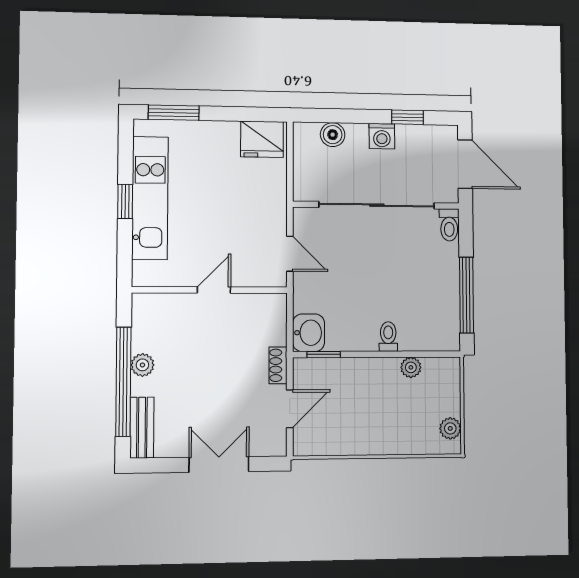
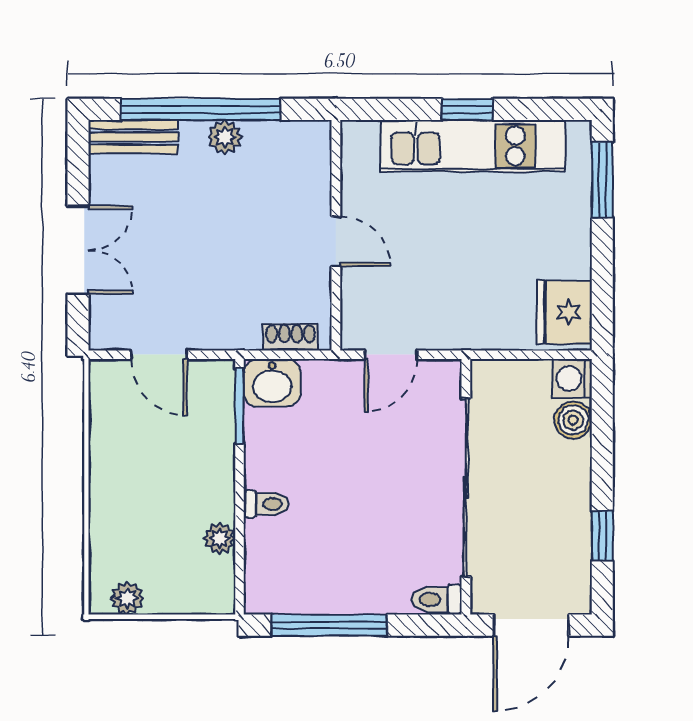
washing machine: (382, 136) -> (572, 378), moved
window: (324, 354) -> (239, 406), width x1.50
shoe rack: (278, 365) -> (291, 337), moved

